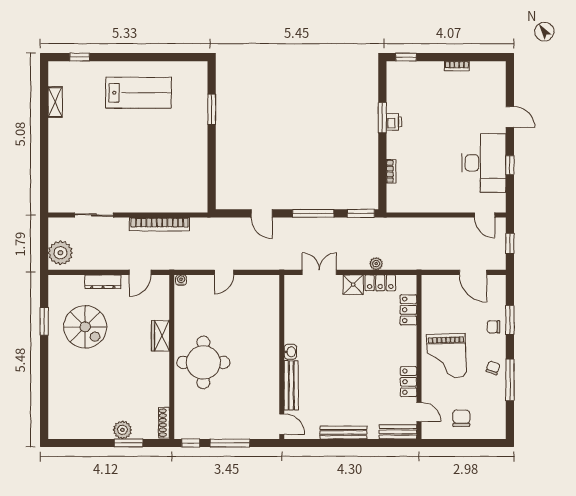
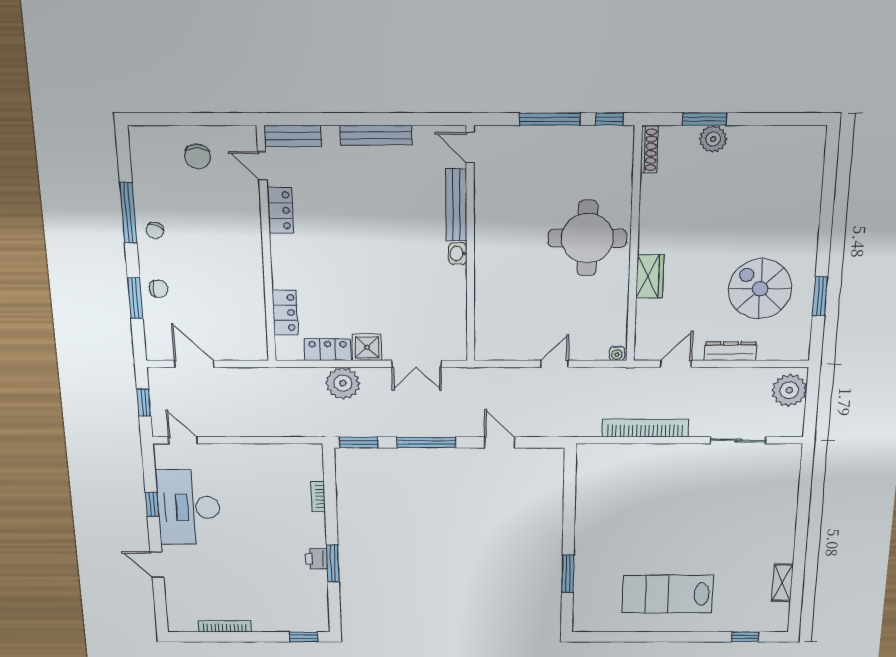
bookcase: (457, 66) -> (225, 626), width x1.56
plant: (376, 264) -> (343, 383), width x1.88, depth x1.88
grand piano: (446, 356) -> (225, 247), removed

